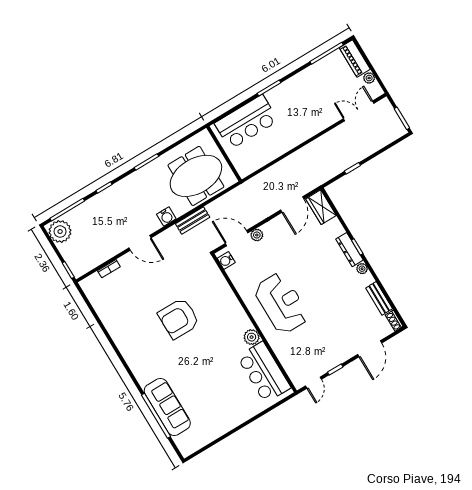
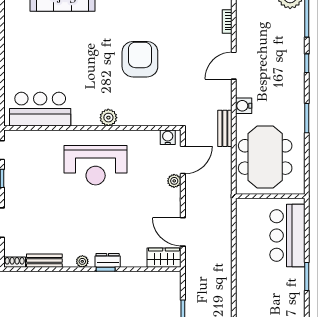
dresser: (349, 250) -> (108, 260), width x0.70
plant: (252, 337) -> (108, 118), moved

